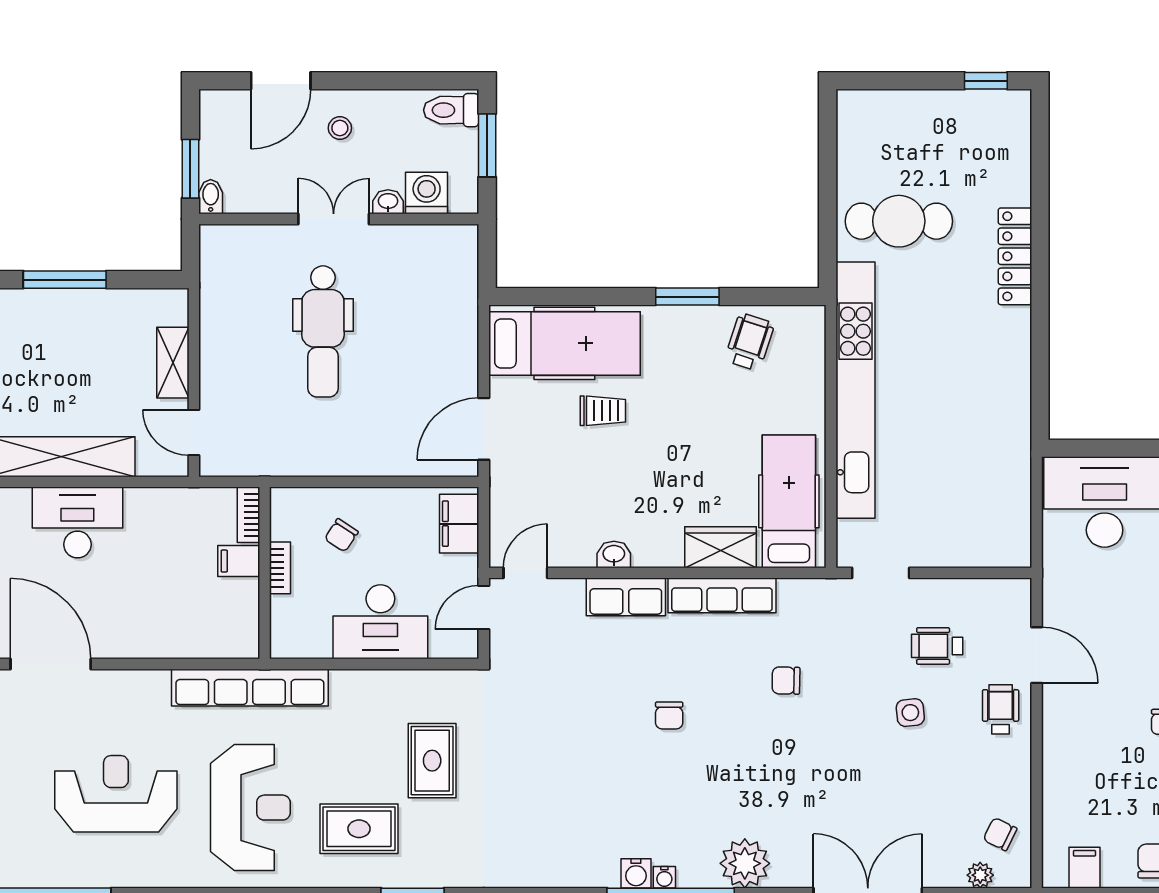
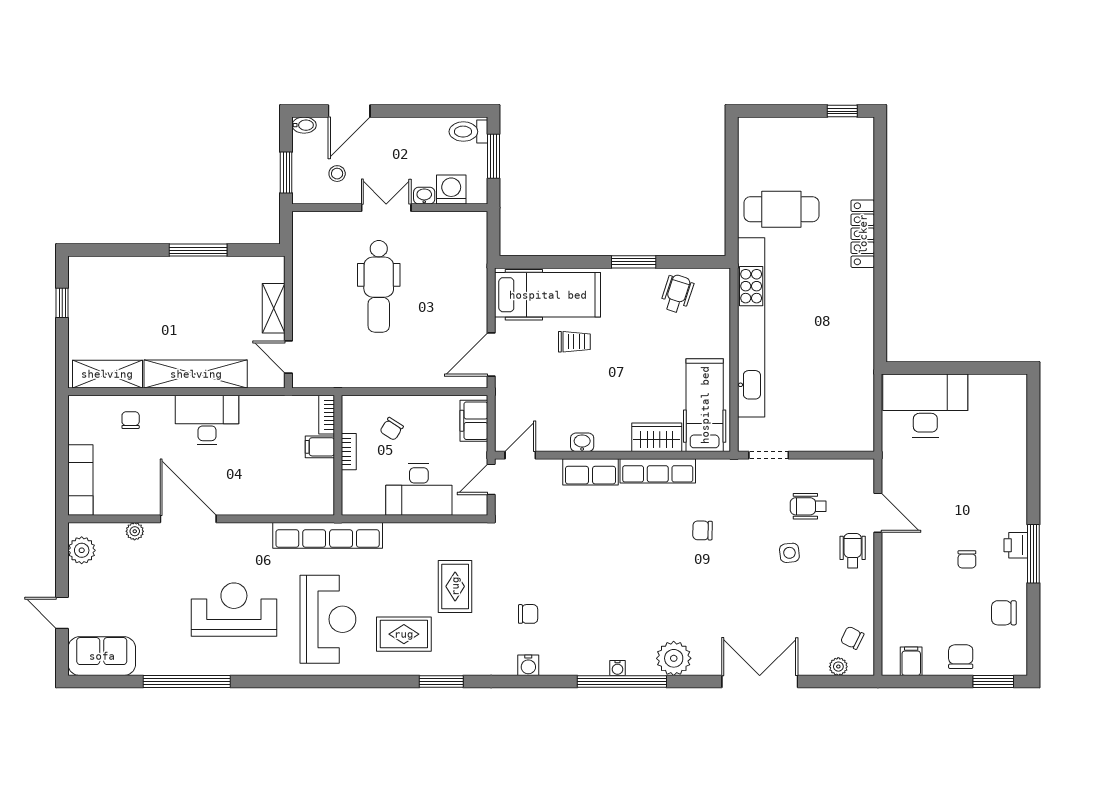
stool: (340, 128) -> (337, 174), moved
bidet: (211, 197) -> (304, 125), moved, turned 90
chair: (669, 715) -> (528, 614), moved, turned -90
water cooler: (636, 873) -> (528, 665), moved

